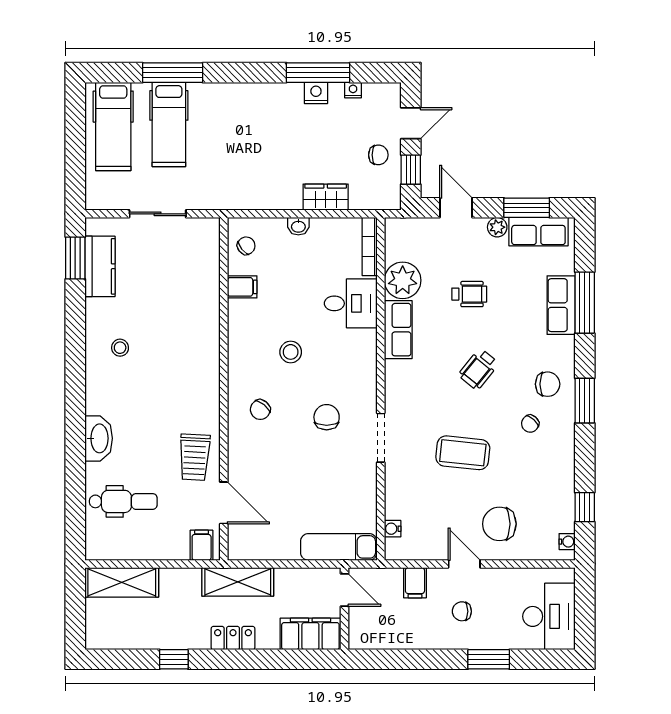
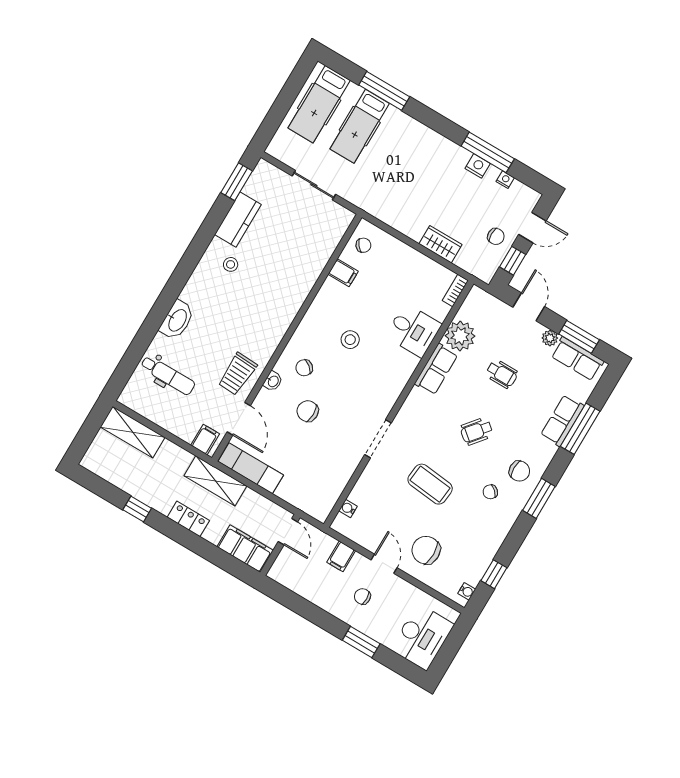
washbasin: (298, 226) -> (273, 381), moved, turned -90
bookcase: (370, 247) -> (455, 290), width x0.64
kitchen counter: (100, 266) -> (238, 220), moved
chair: (327, 417) -> (308, 411), moved, turned -90
exam couch: (339, 547) -> (251, 468), moved

